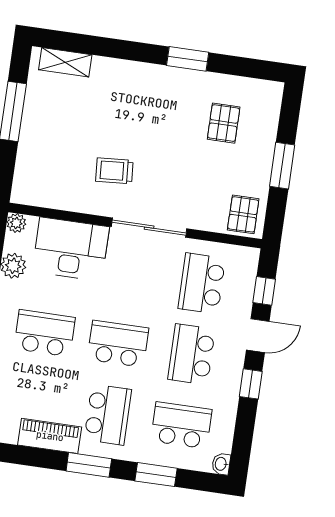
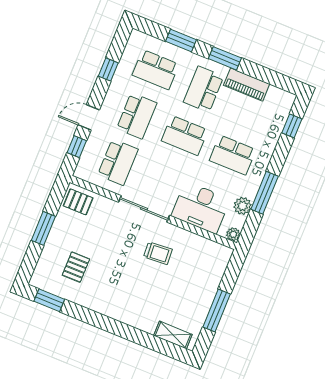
window: (188, 59) -> (49, 300), moved
pallet: (243, 214) -> (78, 202), turned 90
window: (251, 384) -> (108, 69), moved
washbasin: (221, 464) -> (135, 37), removed

